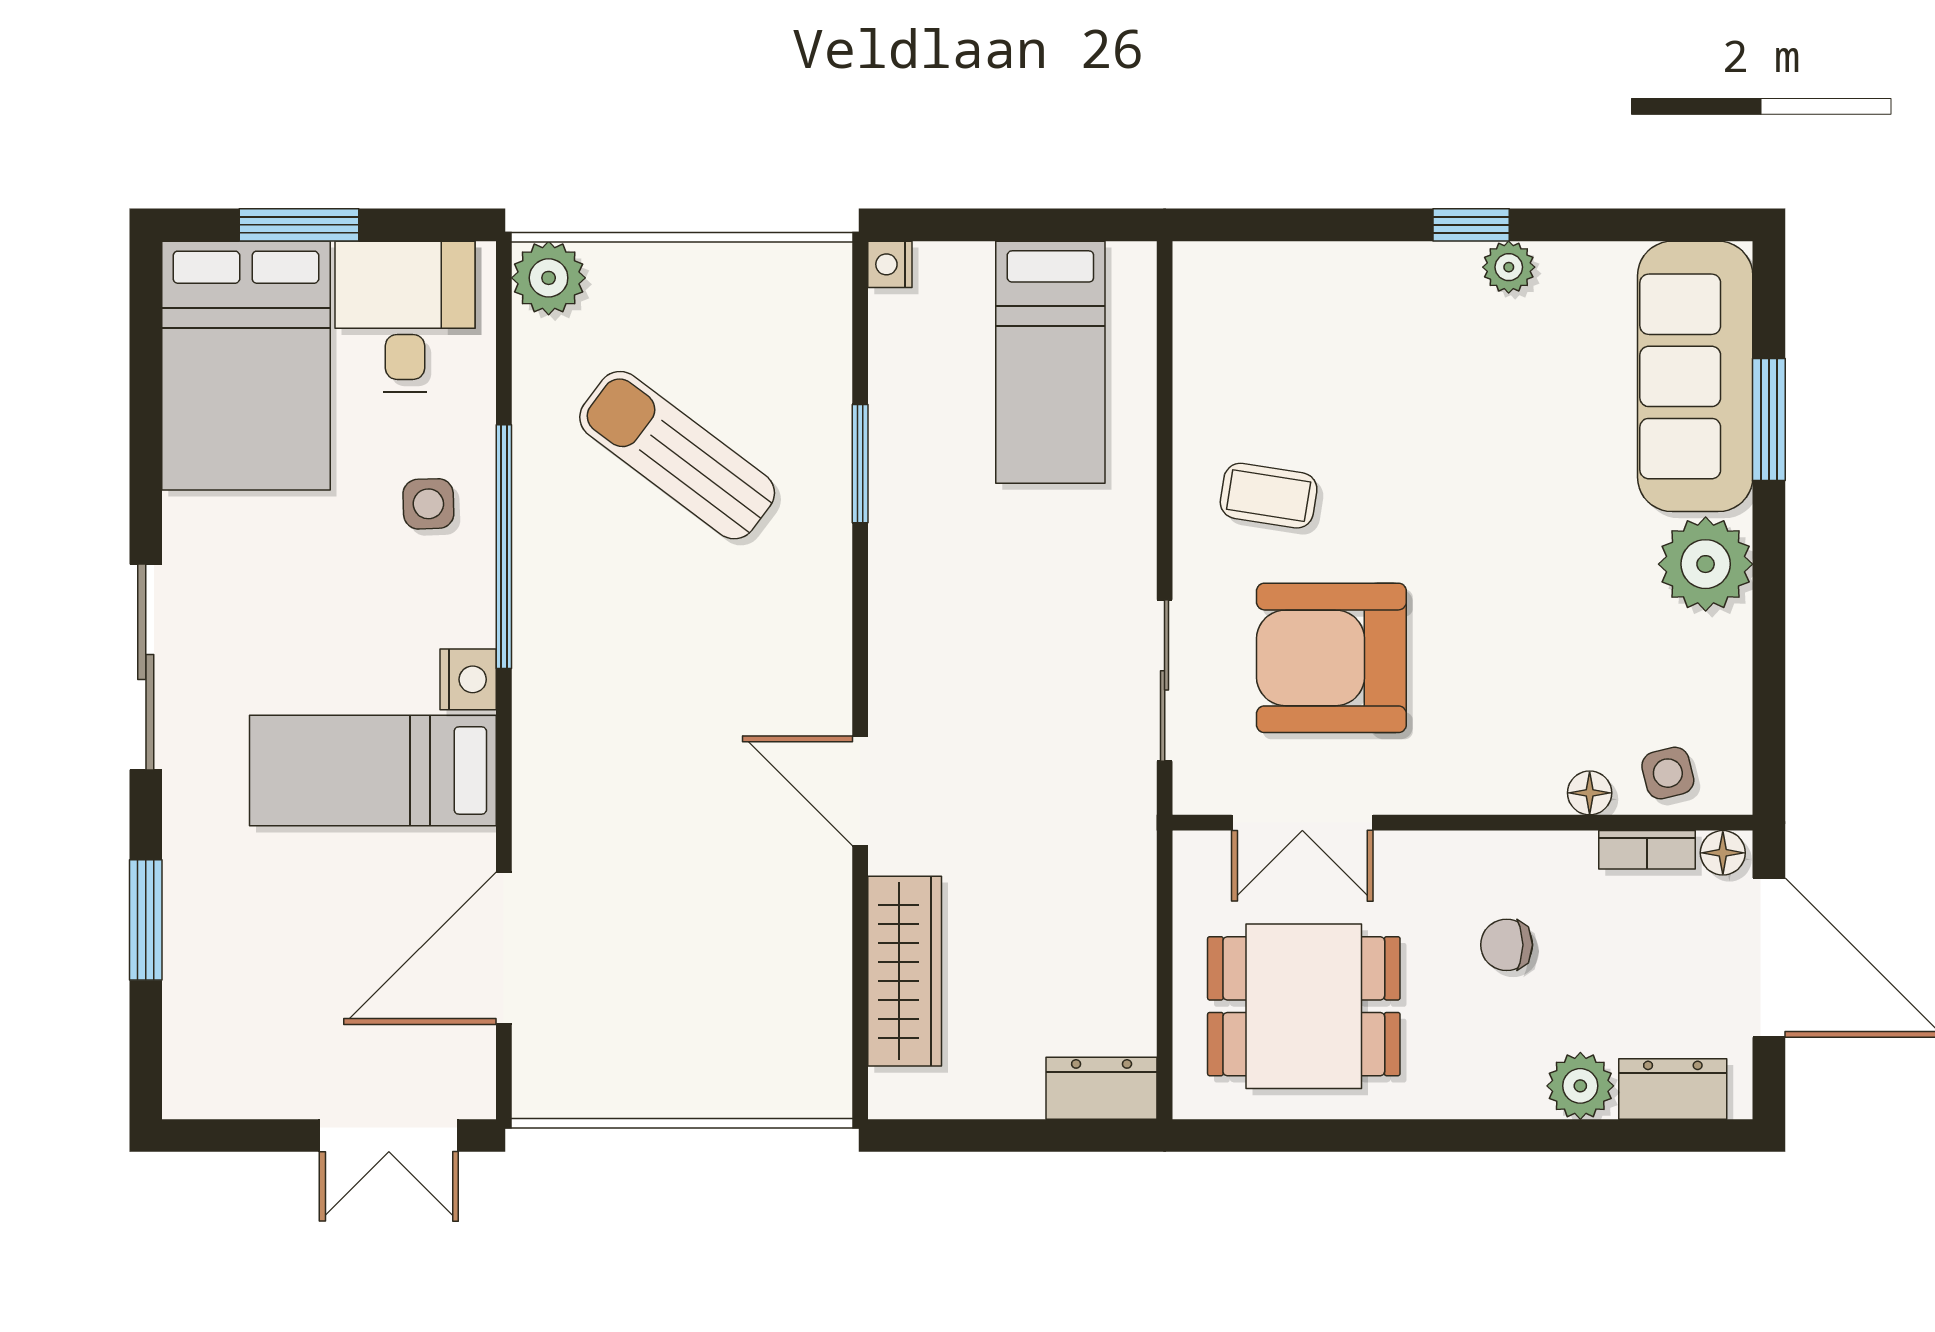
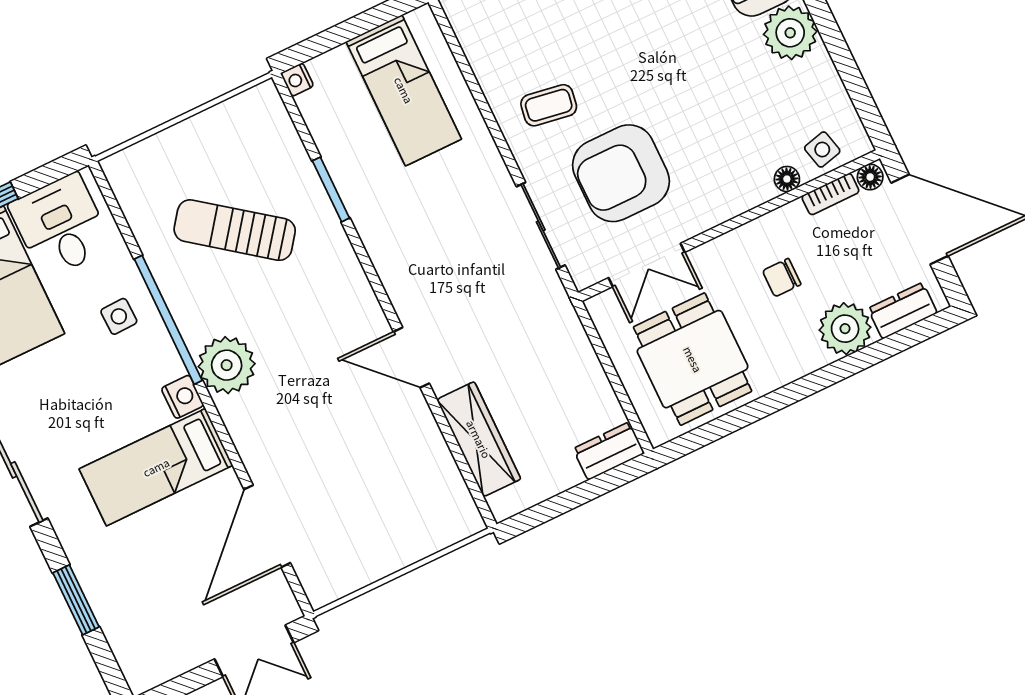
plant: (549, 278) -> (227, 365), moved, width x1.36, depth x1.36
dining table: (1304, 1006) -> (693, 359), turned 90
plant: (1580, 1086) -> (845, 329), width x1.36, depth x1.36

